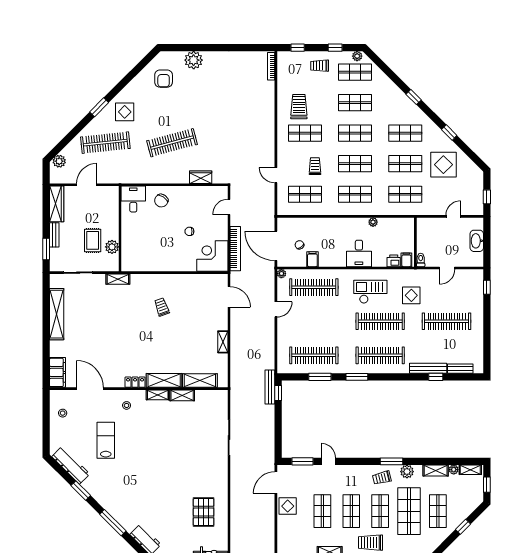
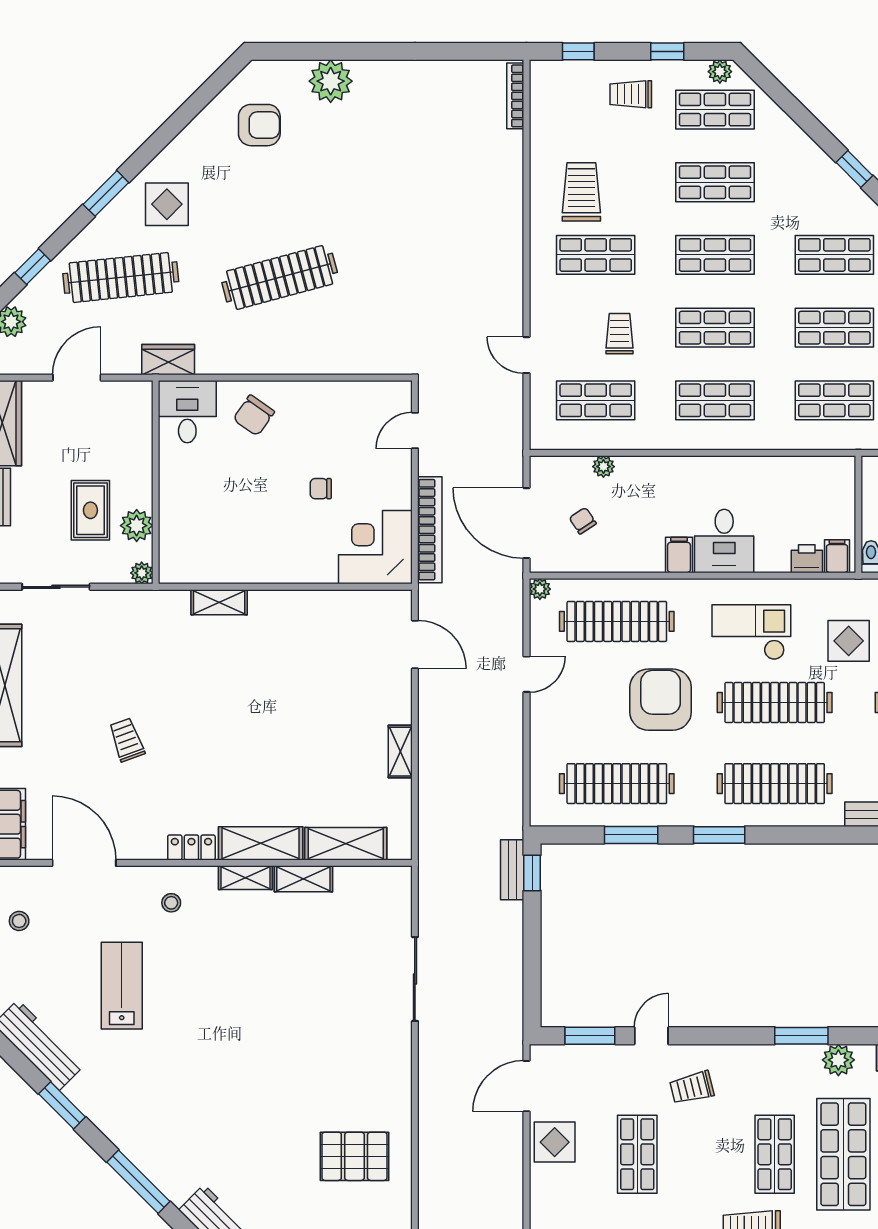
armchair: (164, 79) -> (259, 125), turned -90
window: (68, 138) -> (33, 267), added
wardrobe: (201, 177) -> (168, 360), moved
plant: (373, 222) -> (603, 467), moved
filing cabinet: (312, 259) -> (679, 555), moved
plant: (114, 267) -> (142, 573), added
shelving: (118, 279) -> (219, 602), moved
trolley: (162, 307) -> (127, 740), moved
armchair: (332, 320) -> (661, 700), added
bench: (270, 387) -> (512, 870), width x0.73
door: (328, 461) -> (651, 1036), hinge flipped
trolley: (382, 478) -> (692, 1088), moved
shop shelf: (351, 511) -> (706, 1154), removed
pallet: (204, 512) -> (354, 1156), turned 90

